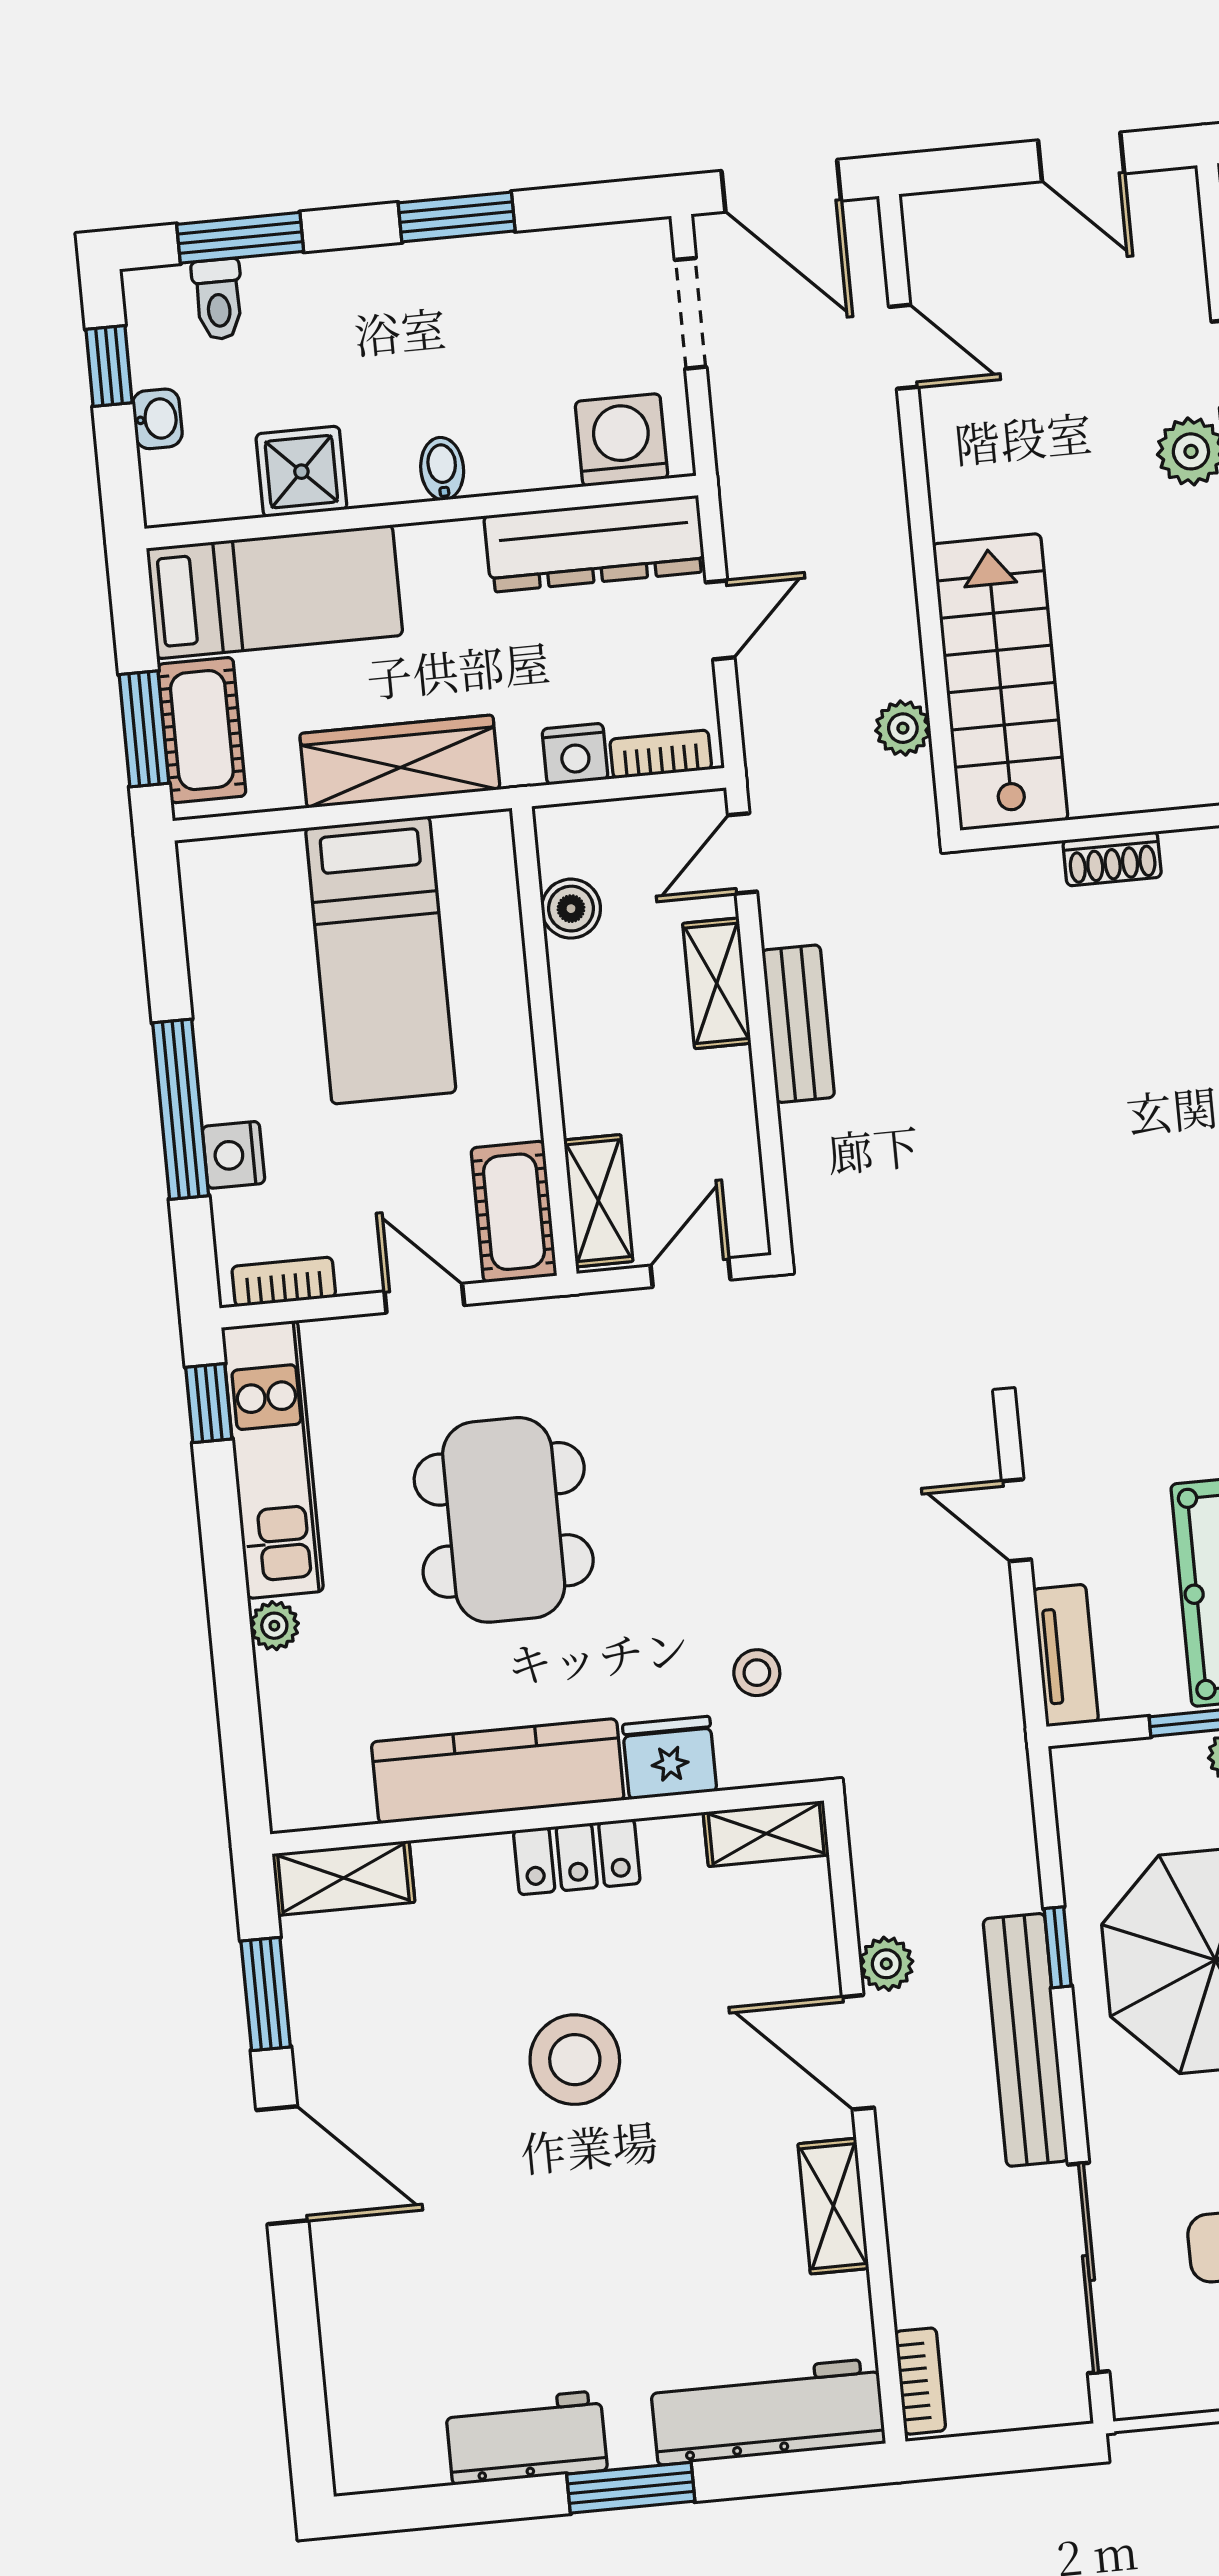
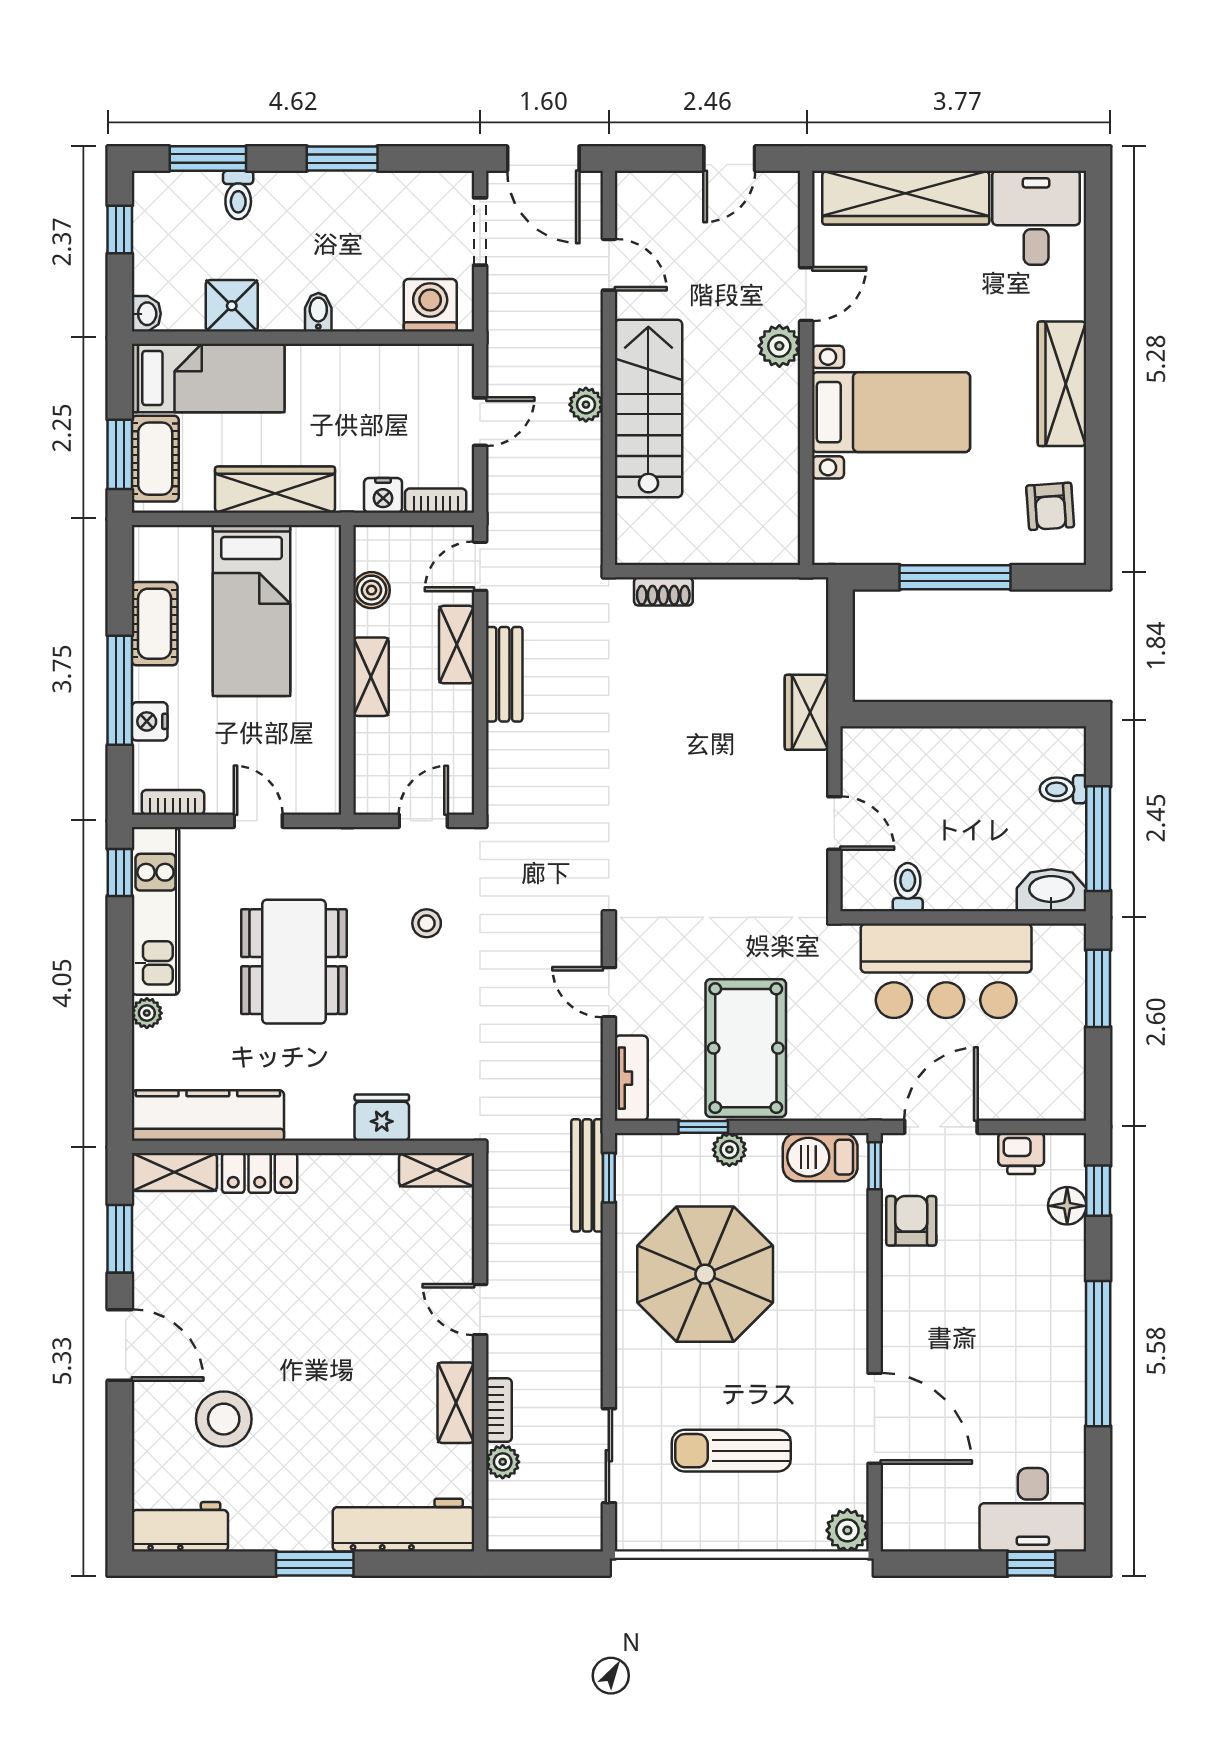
door: (1081, 157) -> (729, 158), hinge flipped
toilet: (218, 299) -> (238, 195), moved
washbasin: (157, 419) -> (146, 314), moved
dresser: (595, 544) -> (408, 367), removed
stairs: (1000, 682) -> (648, 408), moved
plant: (903, 728) -> (586, 405), moved
shoe rack: (1112, 859) -> (663, 591), moved
shelving: (598, 1201) -> (371, 677), moved
cot: (514, 1212) -> (155, 624), moved
stool: (757, 1673) -> (427, 923), moved
kitchen counter: (498, 1771) -> (208, 1116), moved
locker: (577, 1857) -> (260, 1173), moved
window: (1058, 1947) -> (609, 1178), moved
plant: (886, 1964) -> (503, 1462), moved
bench: (1026, 2040) -> (587, 1175), moved, width x0.73, depth x0.82
door: (858, 2052) -> (480, 1310), width x0.73
stool: (575, 2060) -> (224, 1419), moved
sliding door: (1089, 2268) -> (609, 1456), width x0.73
bookcase: (920, 2381) -> (499, 1410), moved
workbench: (526, 2438) -> (180, 1527), moved

